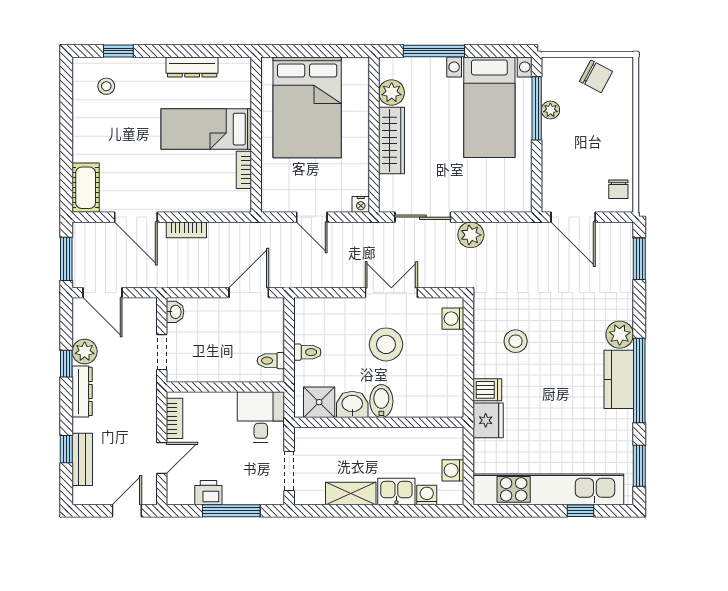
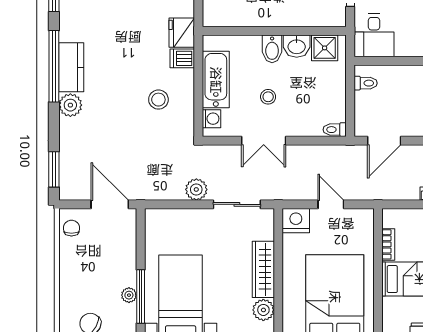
nightstand: (361, 204) -> (296, 221), width x1.89, depth x1.79
stool: (386, 344) -> (268, 97), width x0.53, depth x0.53
toilet: (307, 352) -> (335, 130), moved
bathtub: (448, 365) -> (216, 80), added

